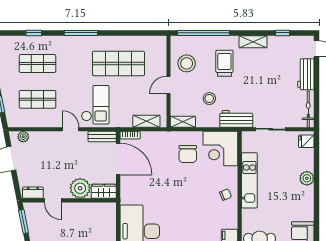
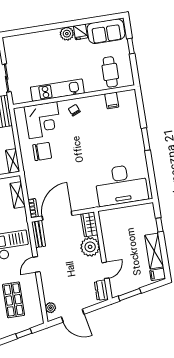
fridge: (306, 141) -> (80, 32), moved
corner desk: (220, 149) -> (43, 120), moved
plant: (307, 178) -> (67, 34), moved

